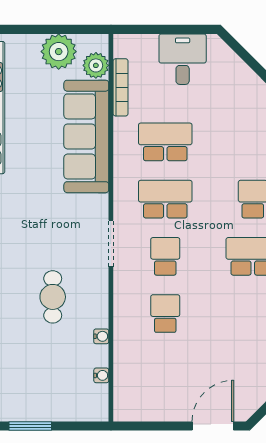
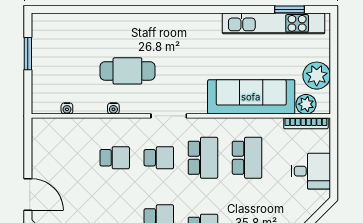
bookcase: (121, 87) -> (306, 123), moved
cafe table: (53, 297) -> (127, 71), width x1.37, depth x1.35
water cooler: (101, 336) -> (113, 108), moved

